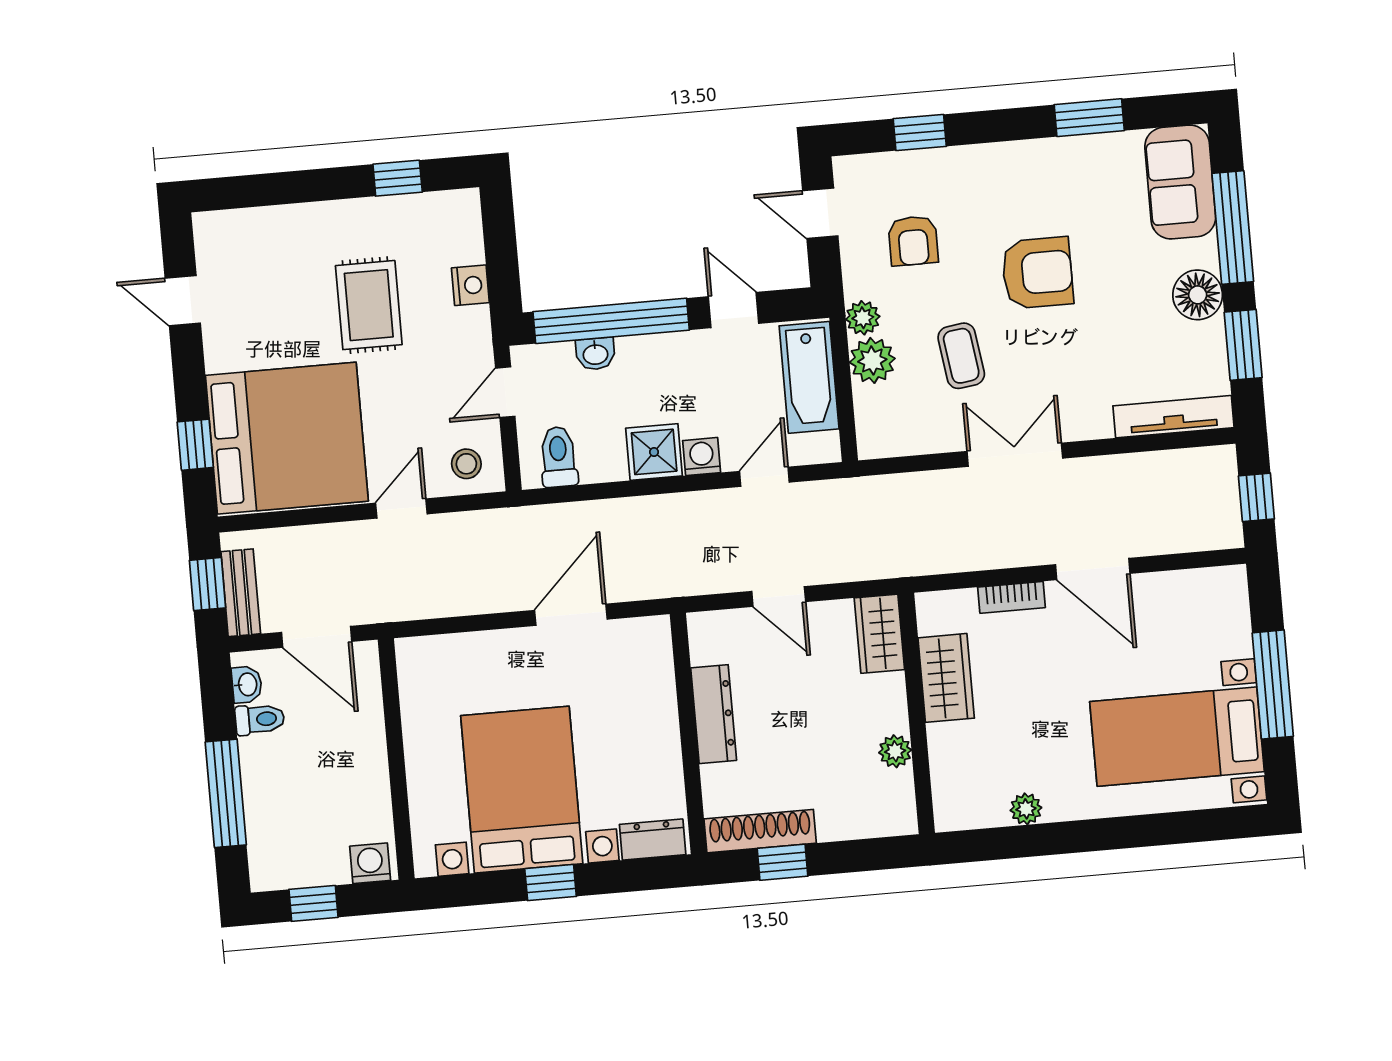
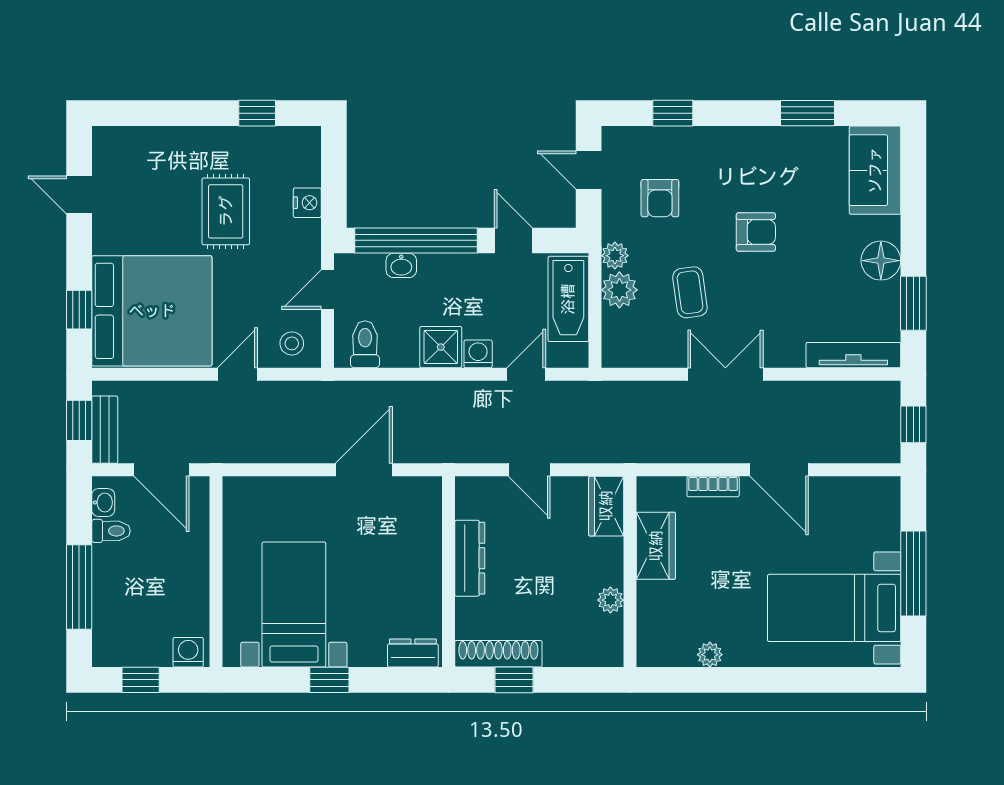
window: (1233, 227) -> (913, 210), removed
armchair: (1037, 273) -> (756, 232), width x0.72, depth x0.72
bed with nightstands: (522, 790) -> (294, 605), width x0.73

